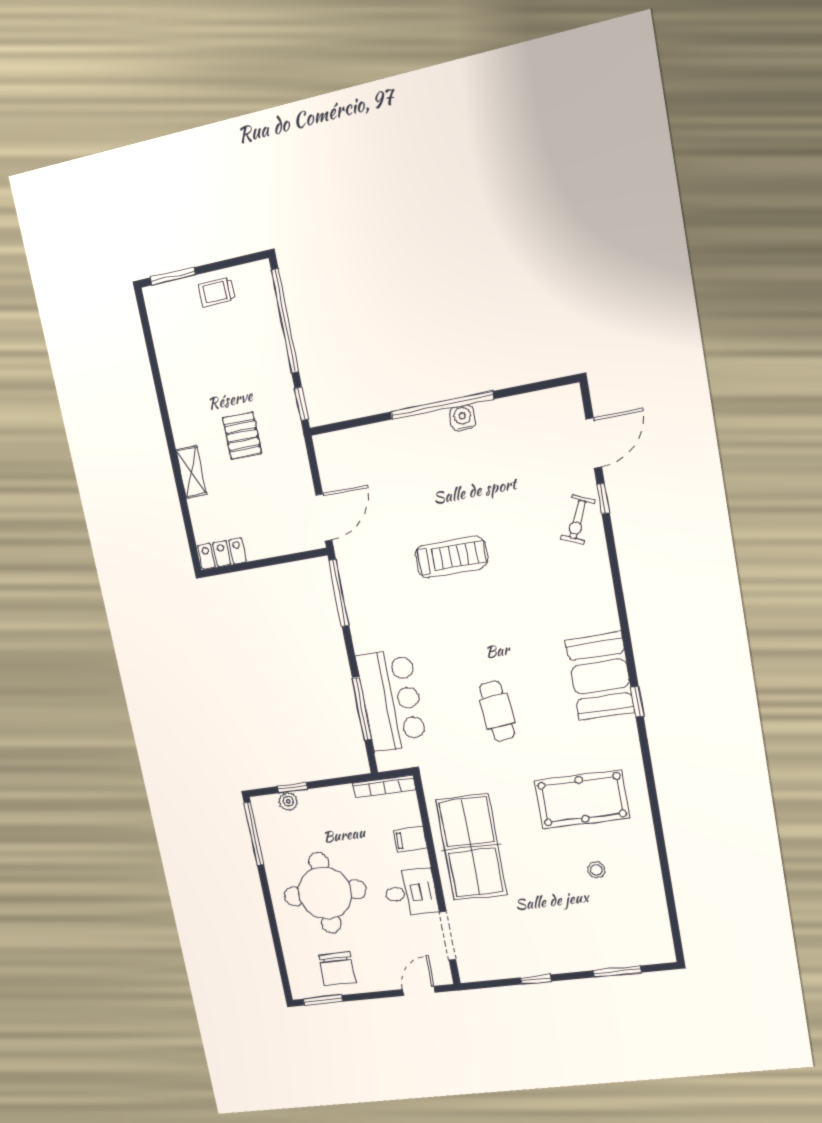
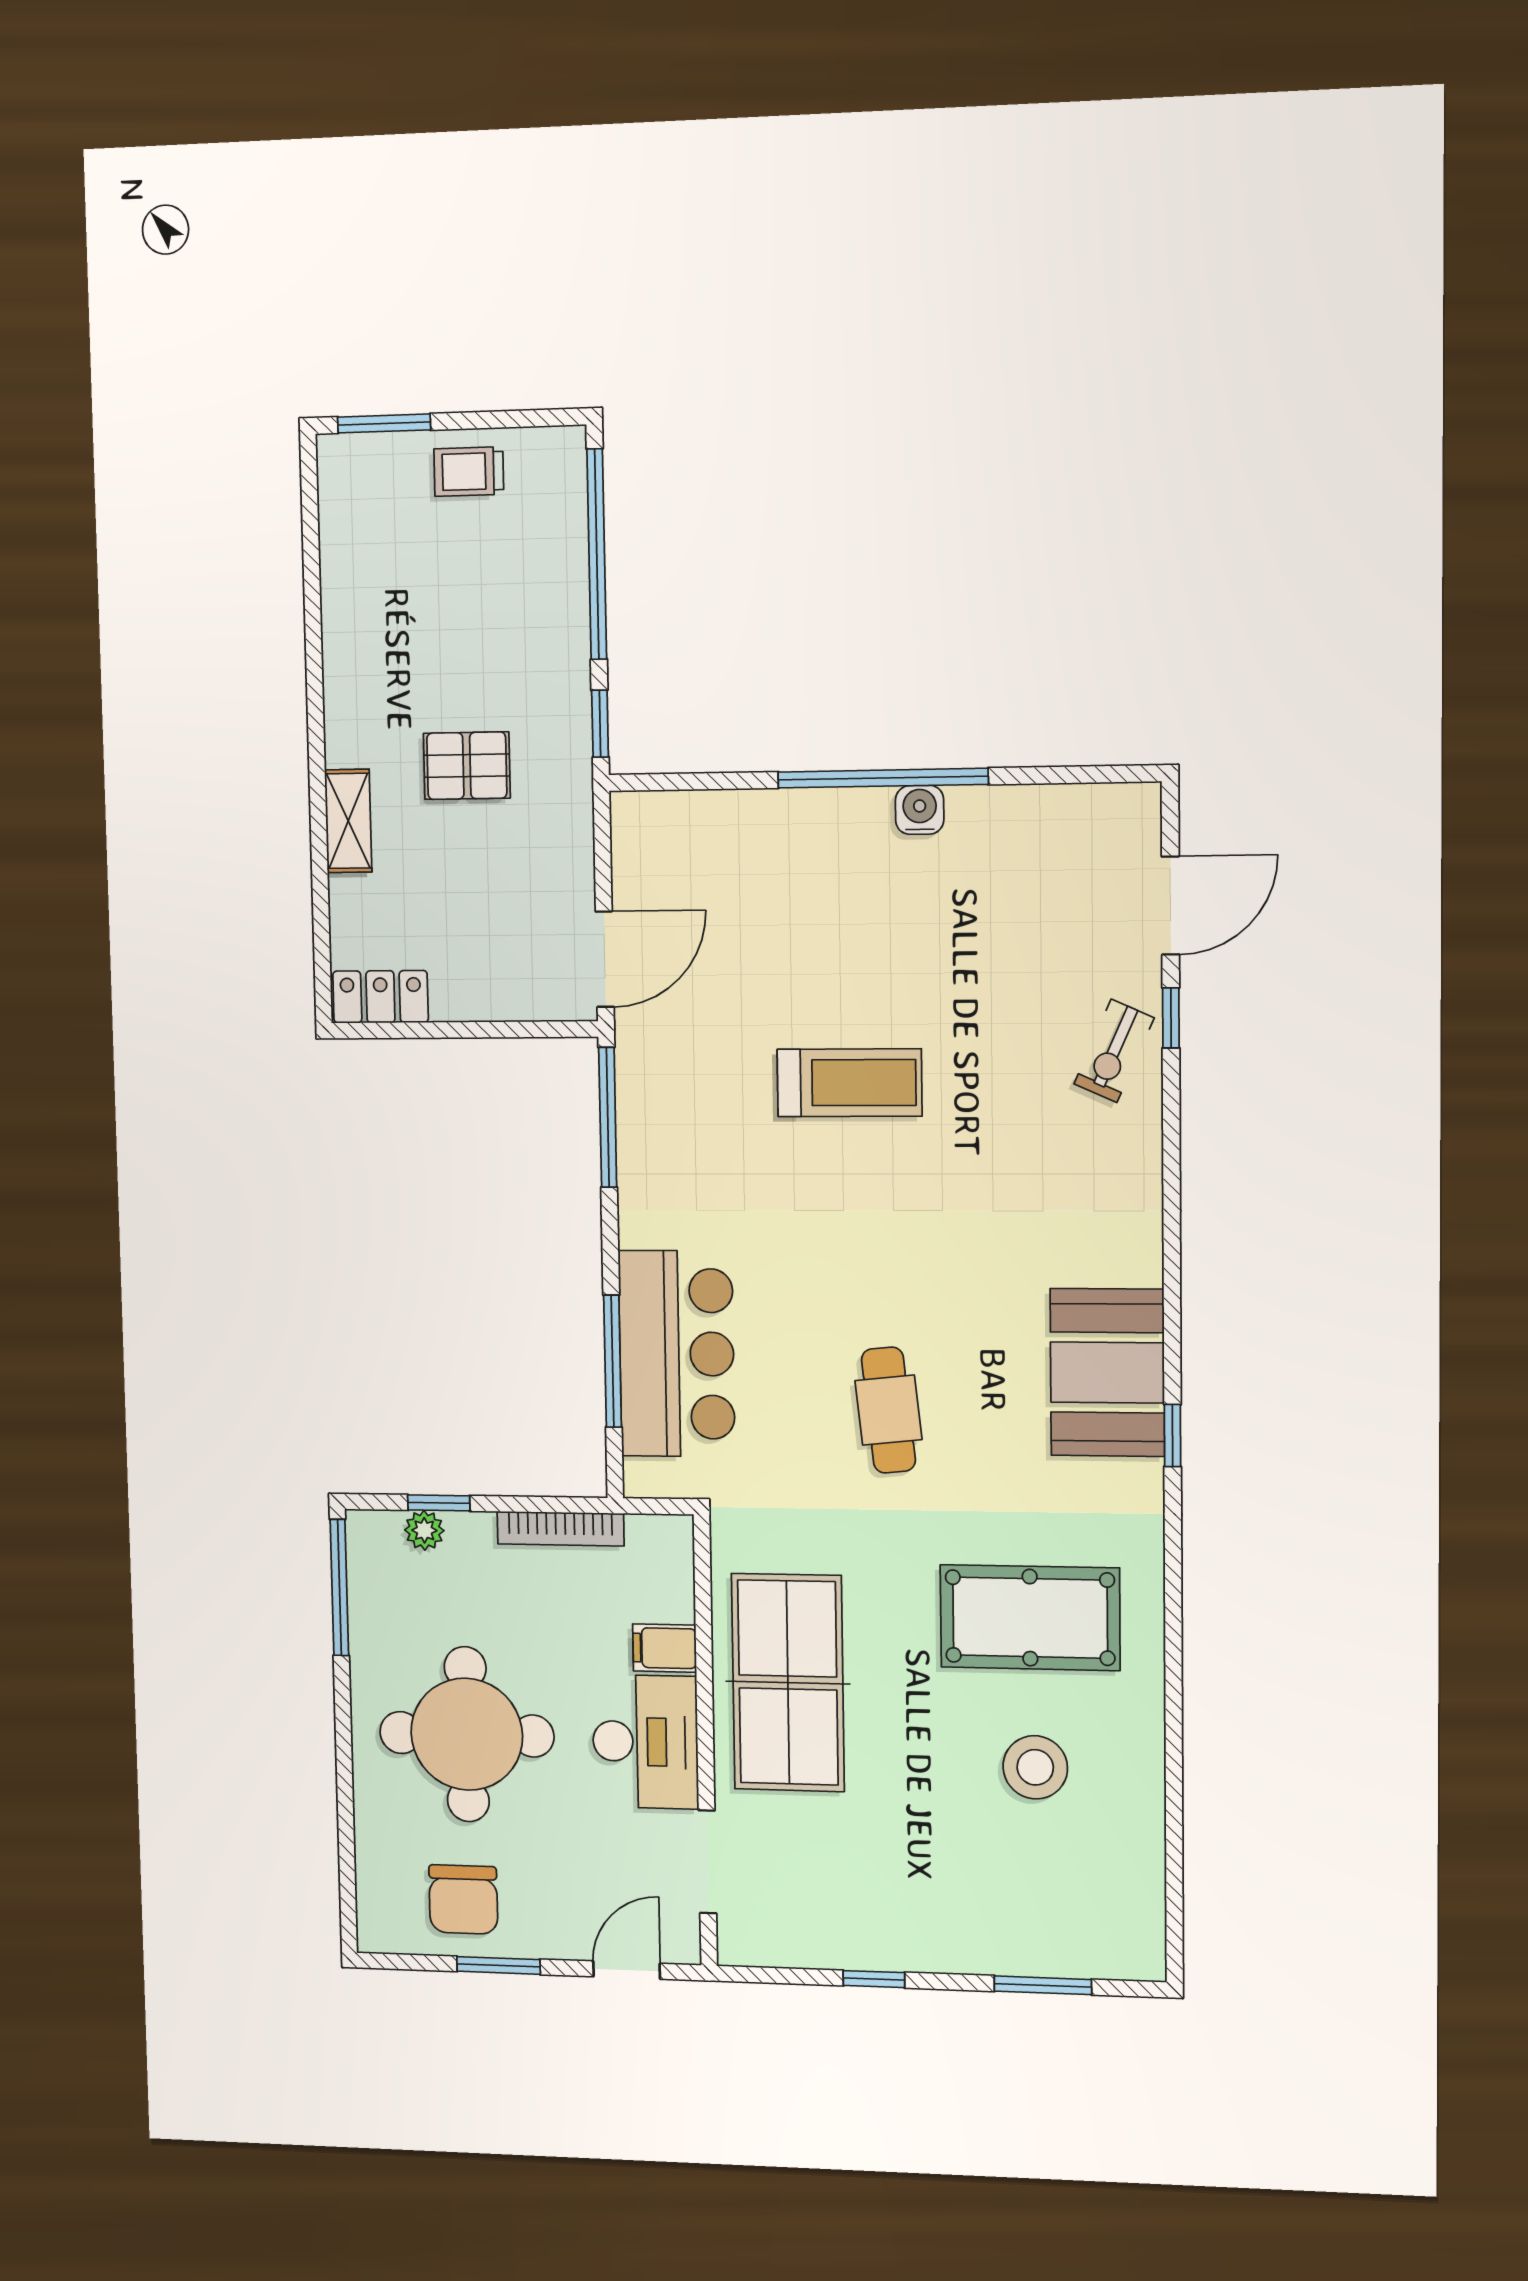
pallet: (242, 436) -> (467, 766), turned 90
bookcase: (384, 787) -> (560, 1529), moved
stool: (596, 870) -> (1035, 1767), width x1.89, depth x1.89
desk: (410, 893) -> (645, 1742), width x1.37
window: (323, 1000) -> (498, 1965), moved

